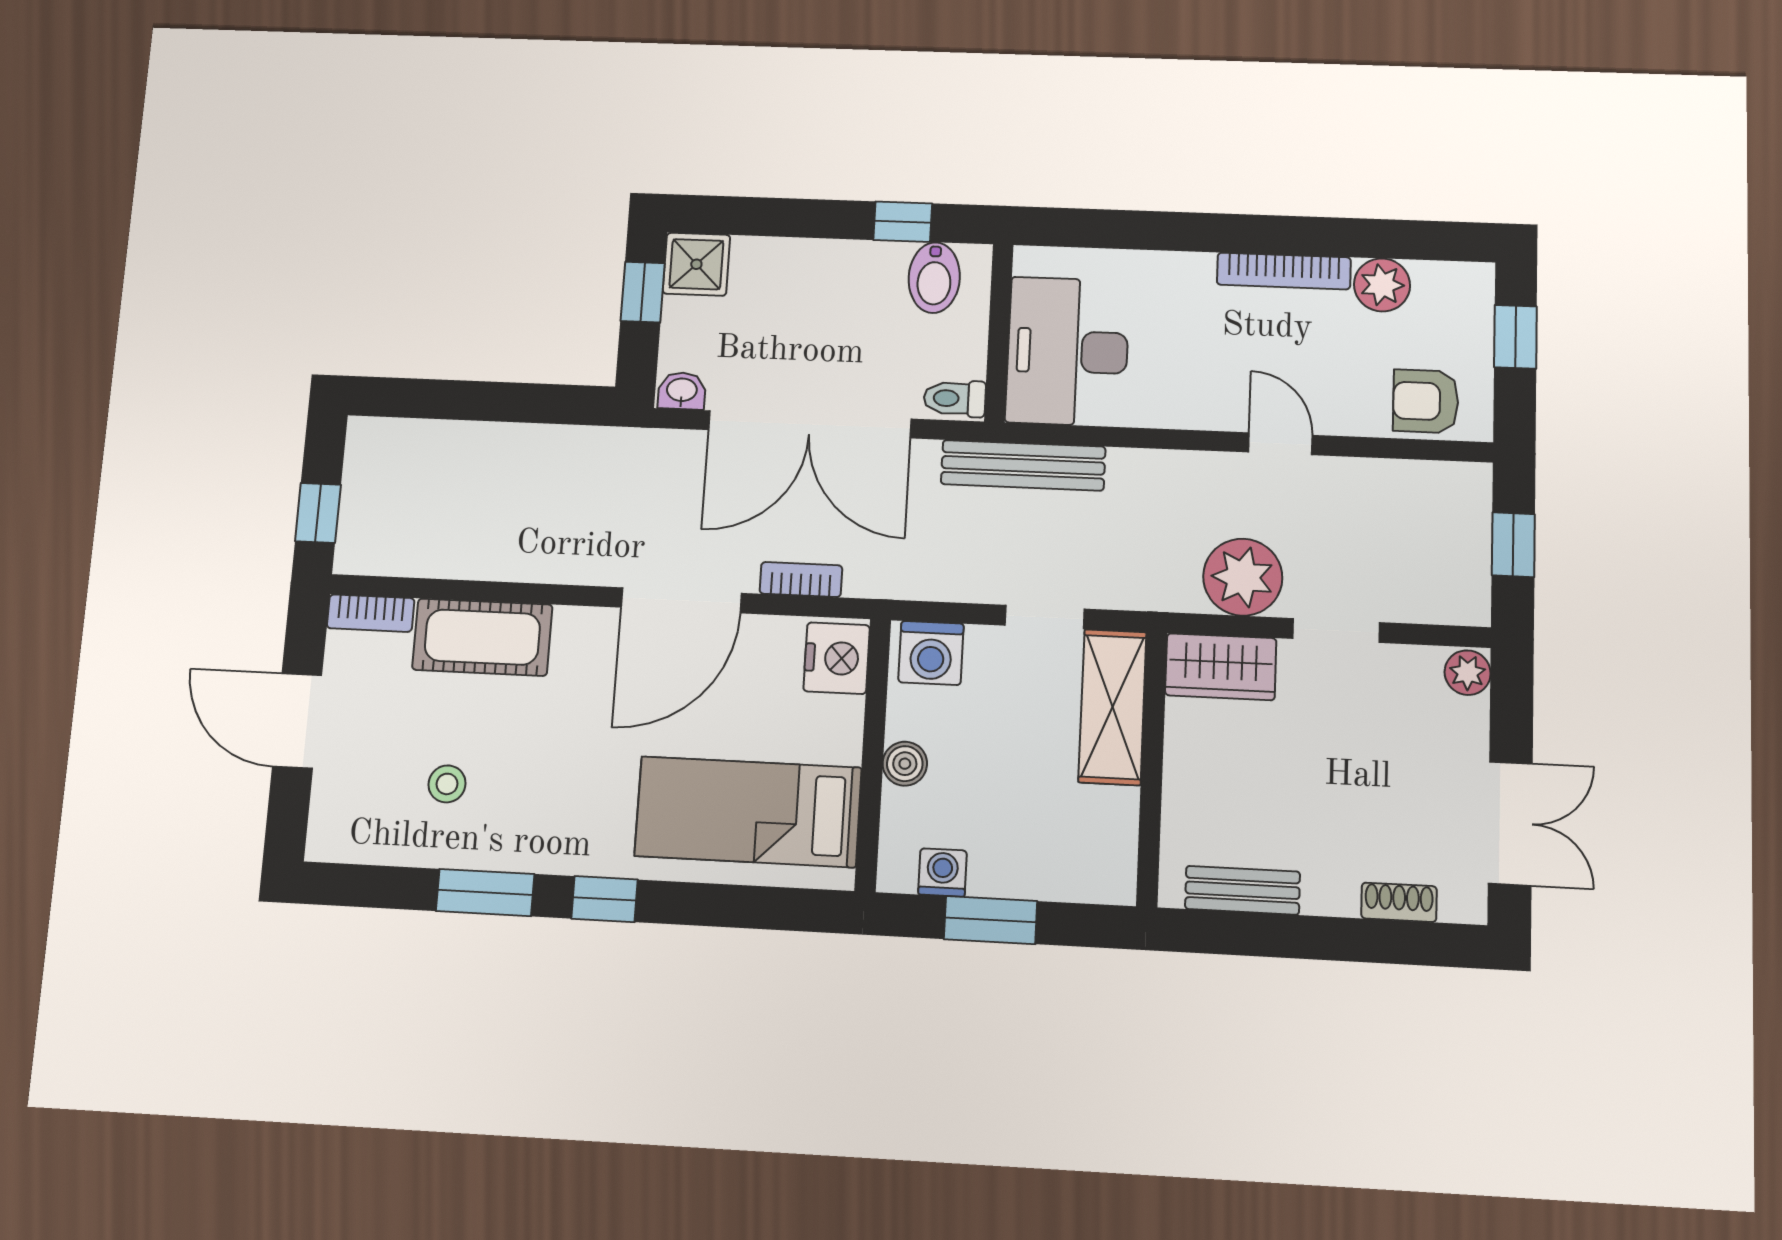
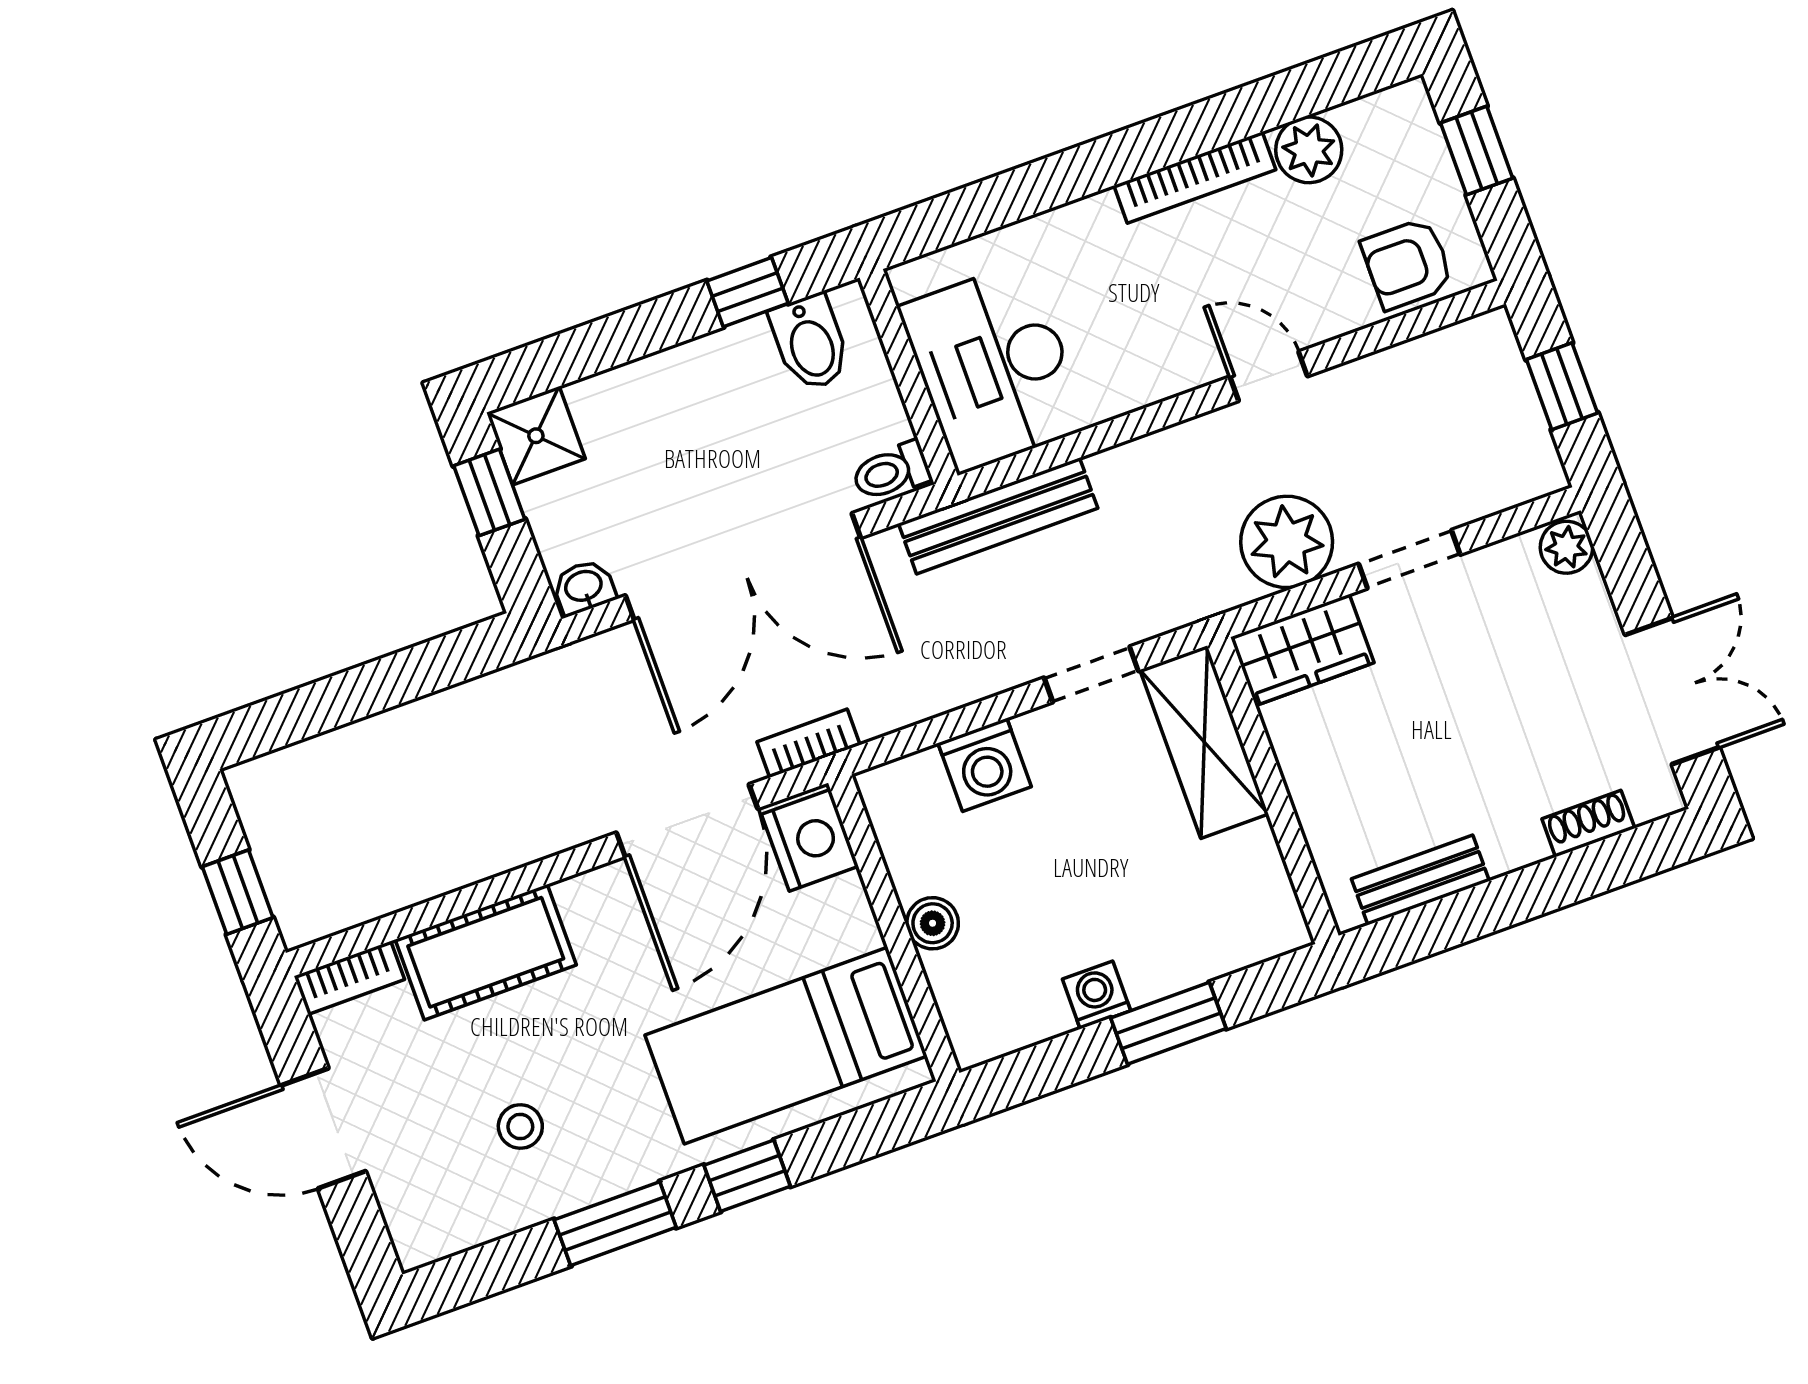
nightstand: (837, 658) -> (810, 840), moved
wall: (873, 754) -> (894, 928), moved
boiler: (905, 764) -> (933, 923), moved
bed: (748, 812) -> (786, 1046), moved

